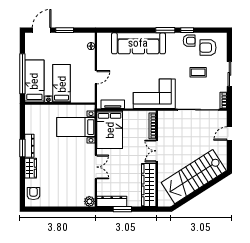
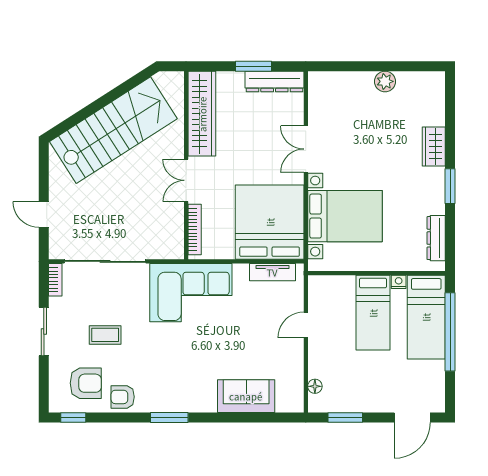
window: (65, 30) -> (345, 417), moved
window: (187, 30) -> (73, 417), moved
sofa: (138, 43) -> (246, 396), width x0.54, depth x0.79
bed with nightstands: (76, 127) -> (345, 216), width x1.36
bed: (110, 130) -> (270, 222), width x1.36
door: (229, 134) -> (44, 215), swing flipped
dresser: (29, 146) -> (436, 238), moved
double door: (157, 151) -> (186, 180), swing flipped
armchair: (33, 194) -> (428, 97), removed
plant: (89, 201) -> (385, 81), moved

